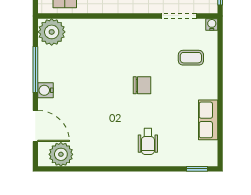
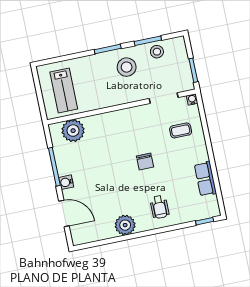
plant: (52, 32) -> (73, 131), moved
chair: (142, 85) -> (145, 162), turned 90
plant: (61, 154) -> (125, 225), moved

